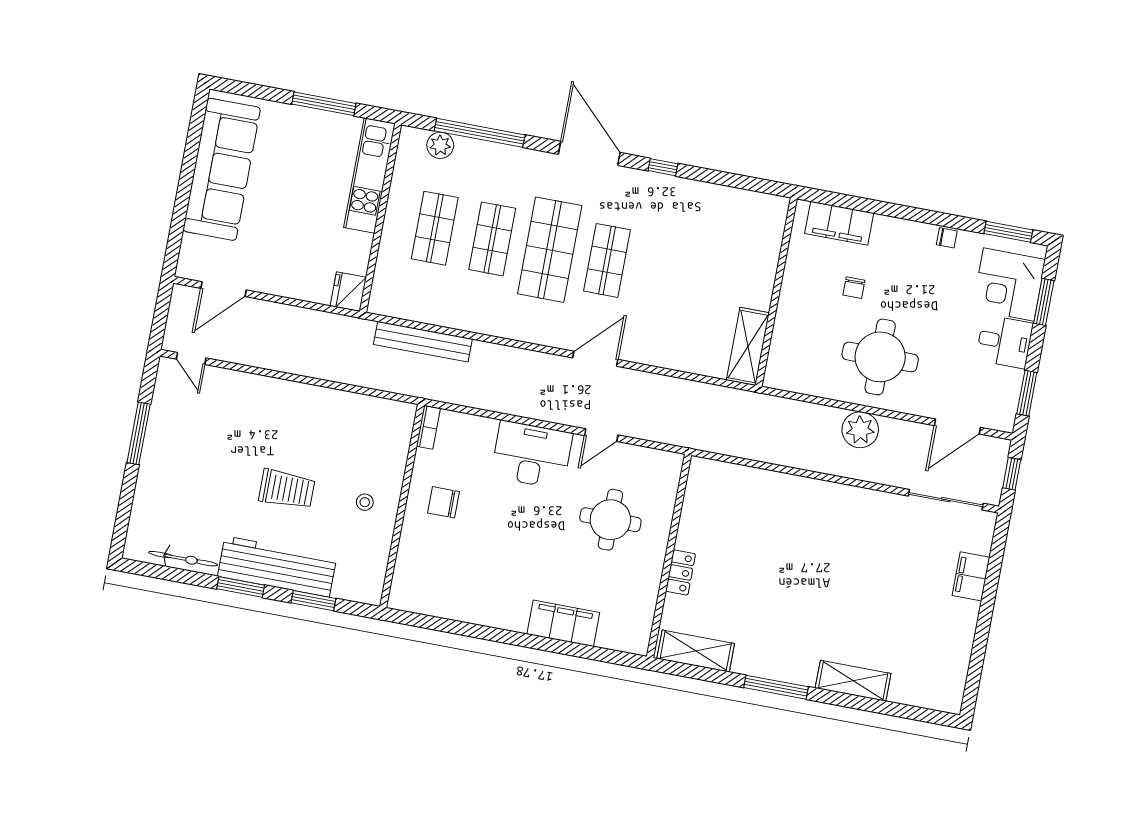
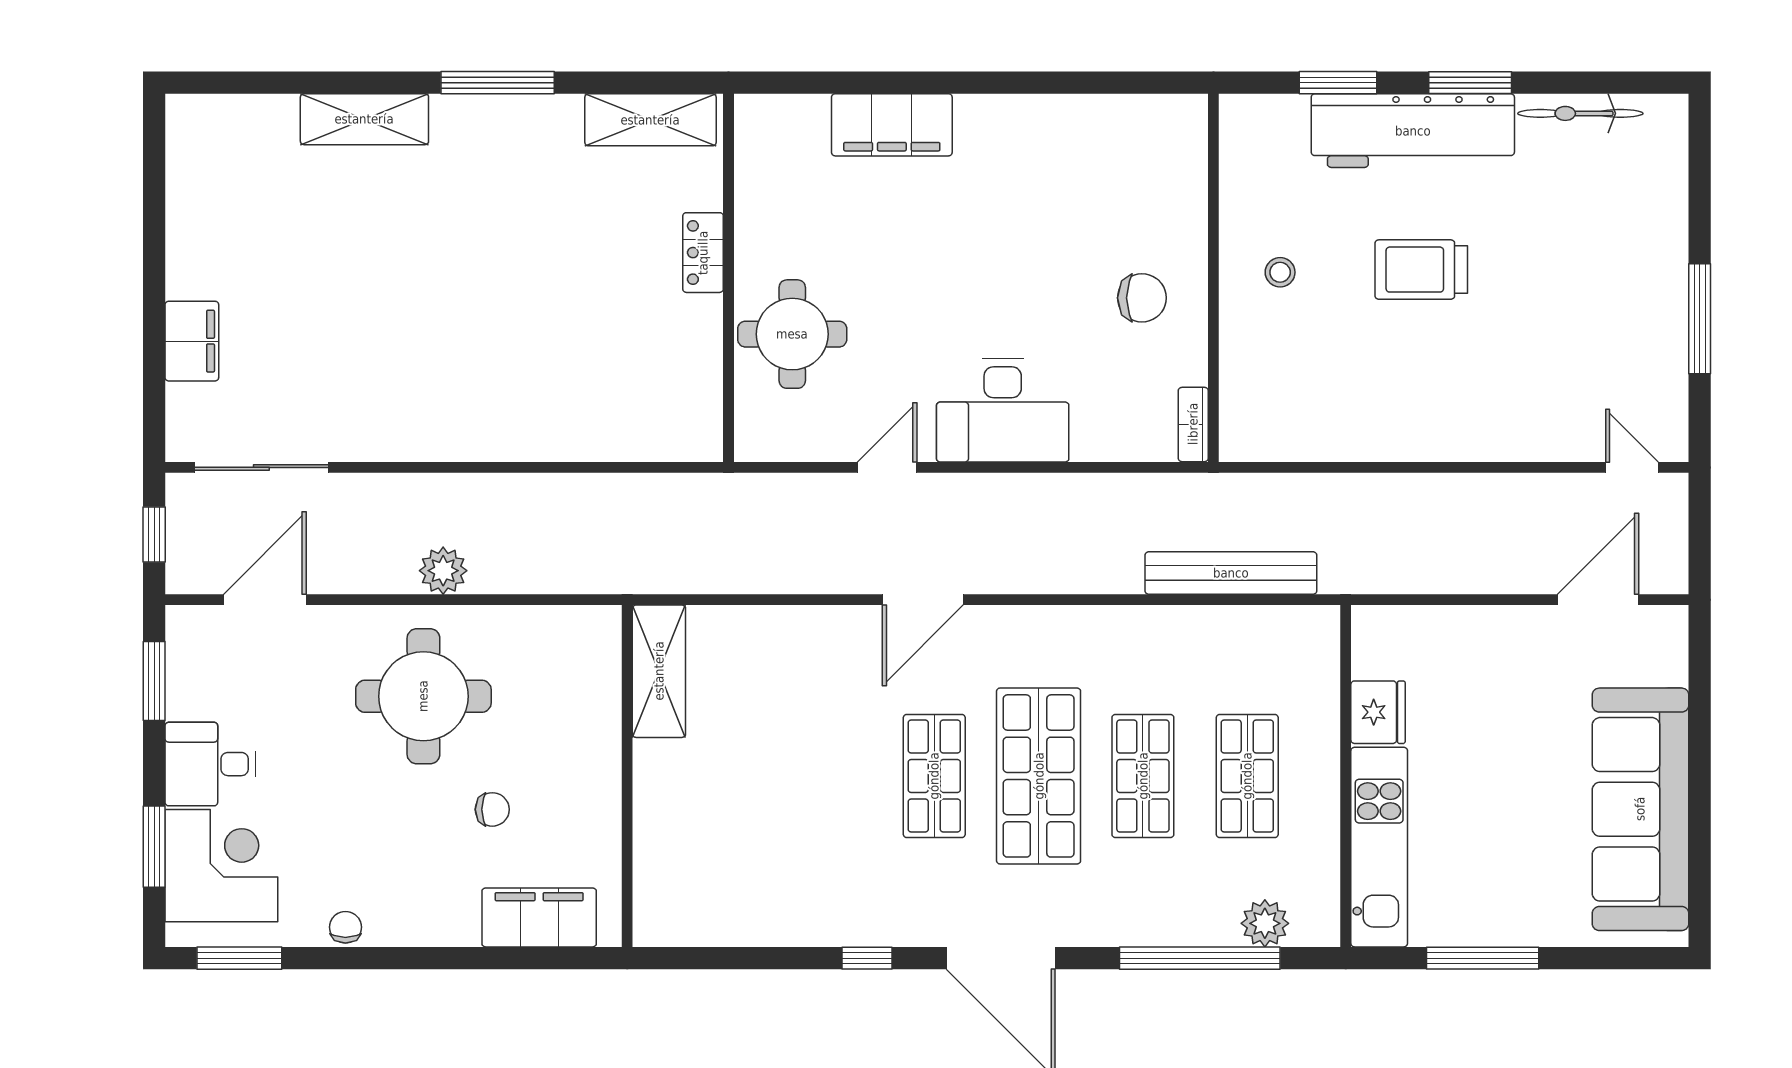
chair: (947, 238) -> (345, 927), turned 90
chair: (854, 288) -> (492, 809), turned 90
fridge: (348, 292) -> (1378, 712), moved
plant: (860, 430) -> (443, 571), width x0.73, depth x0.73
round table: (610, 520) -> (792, 334), moved

